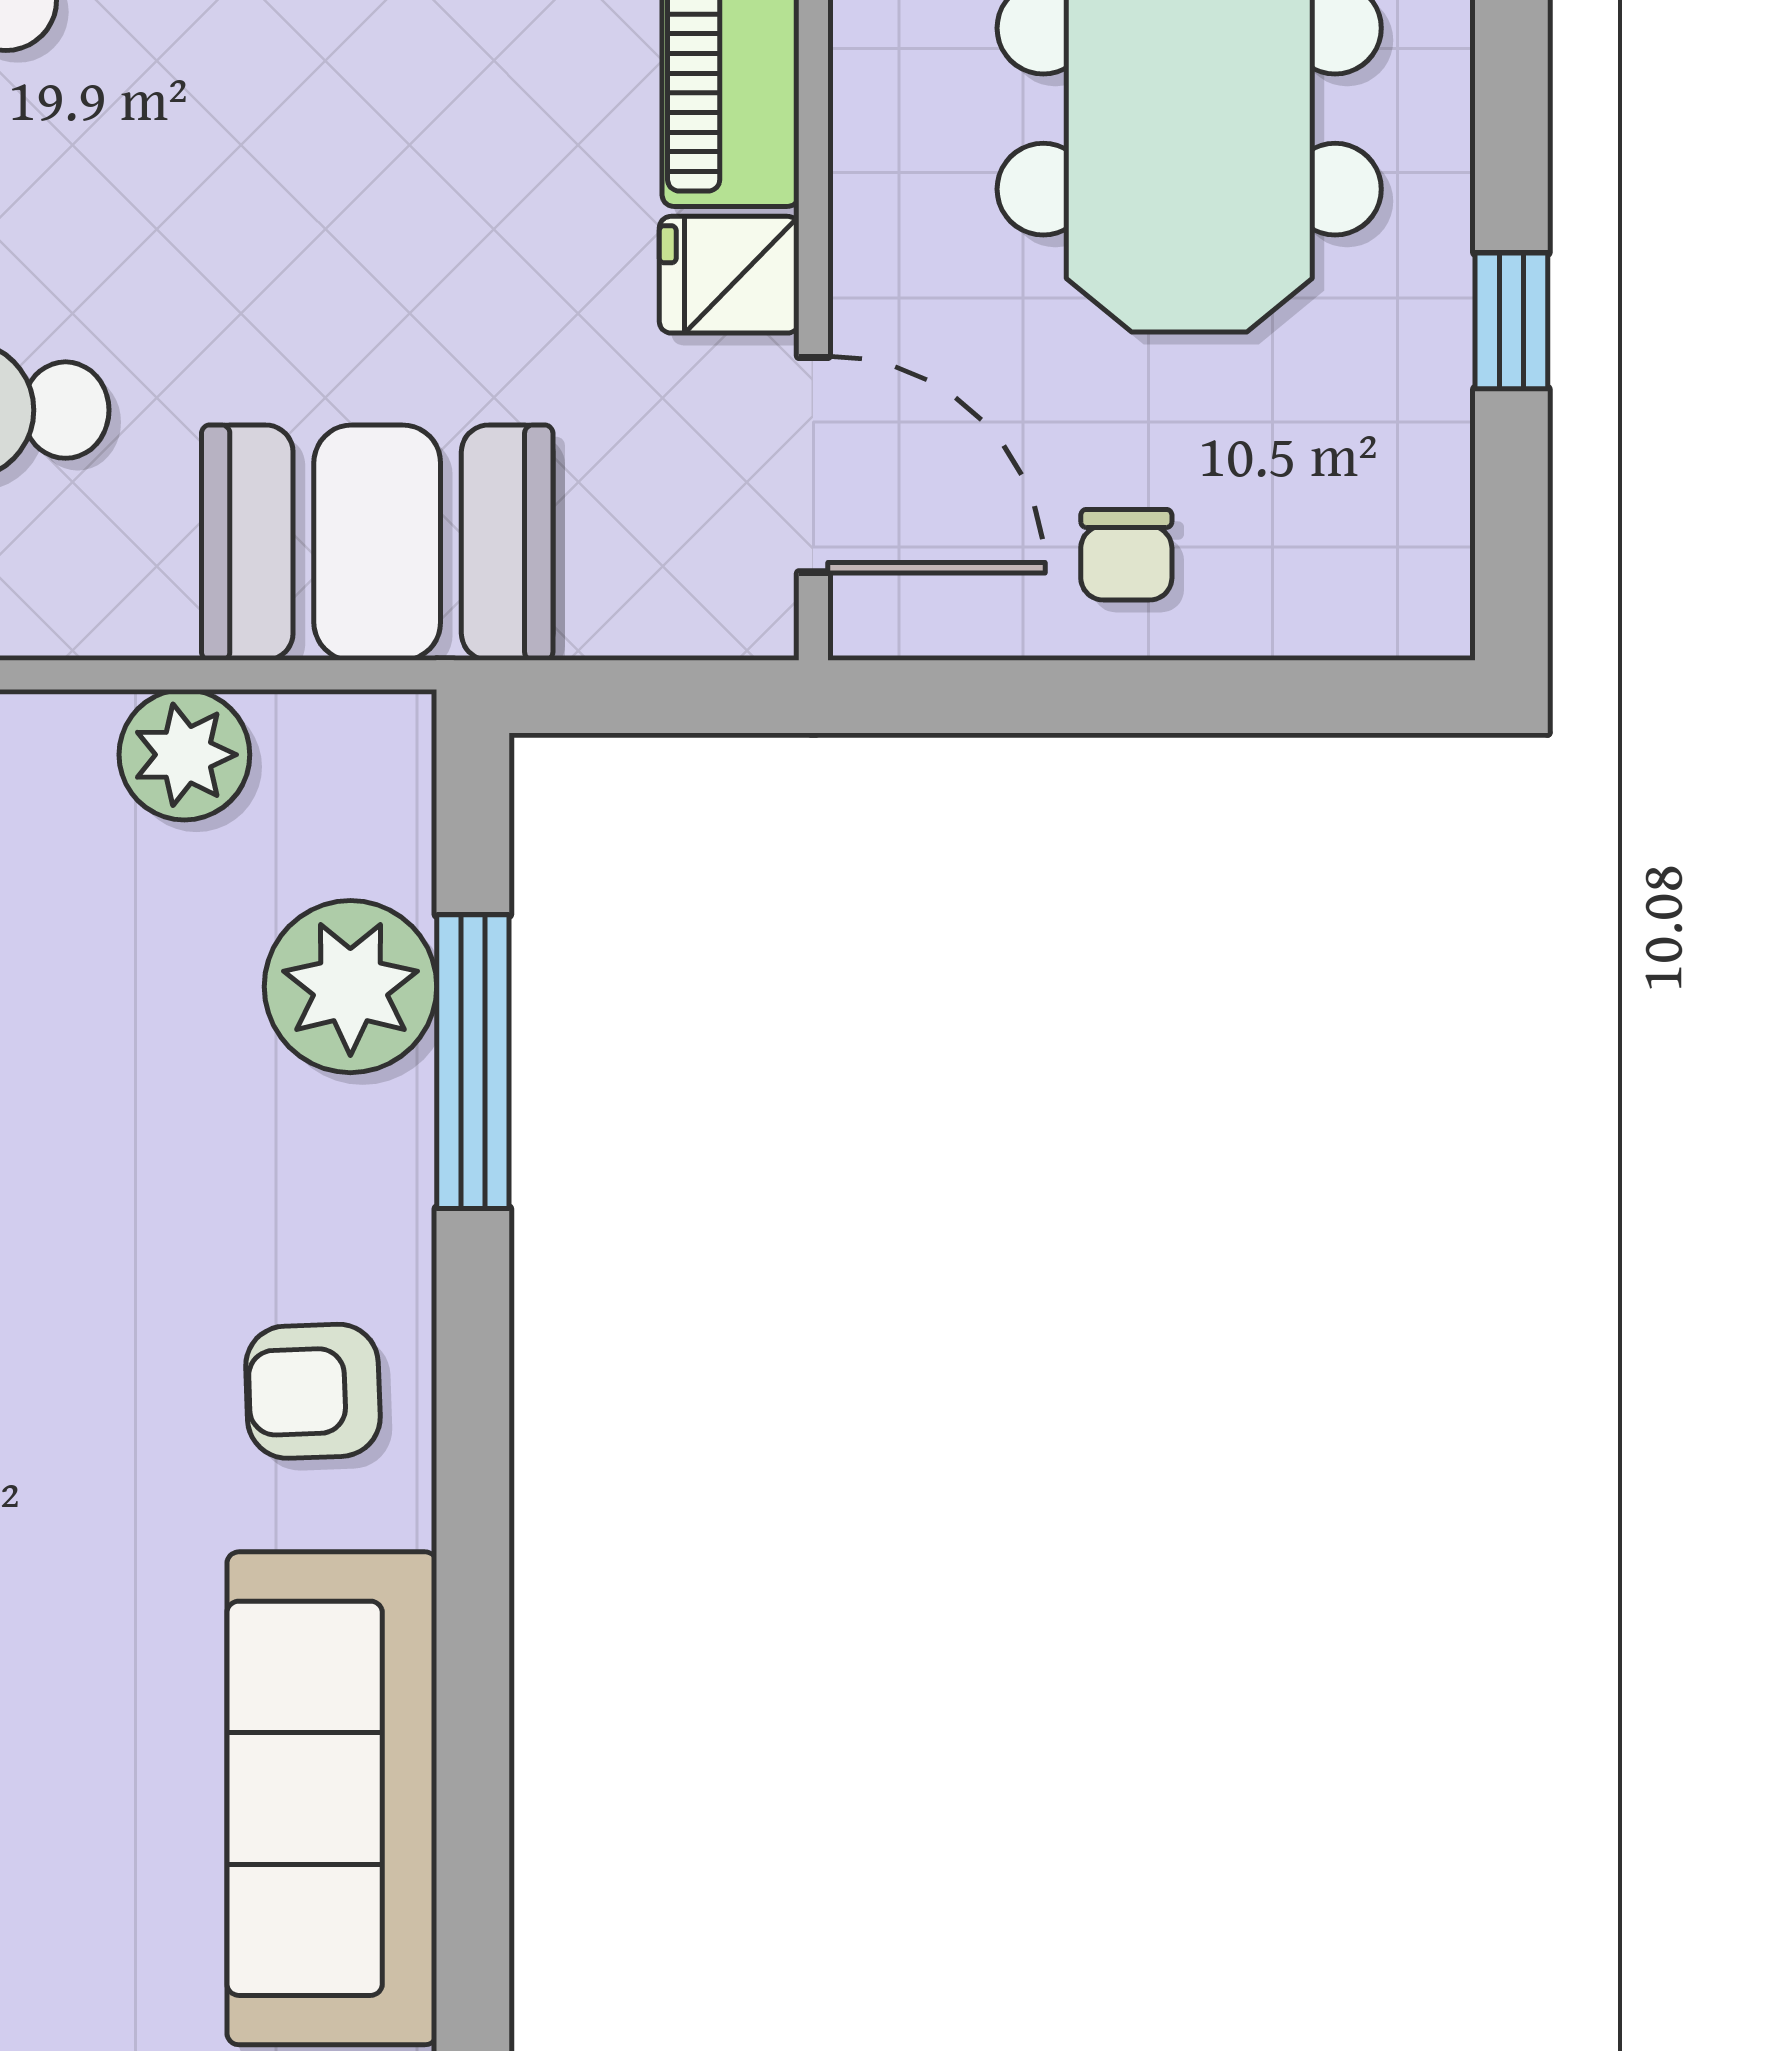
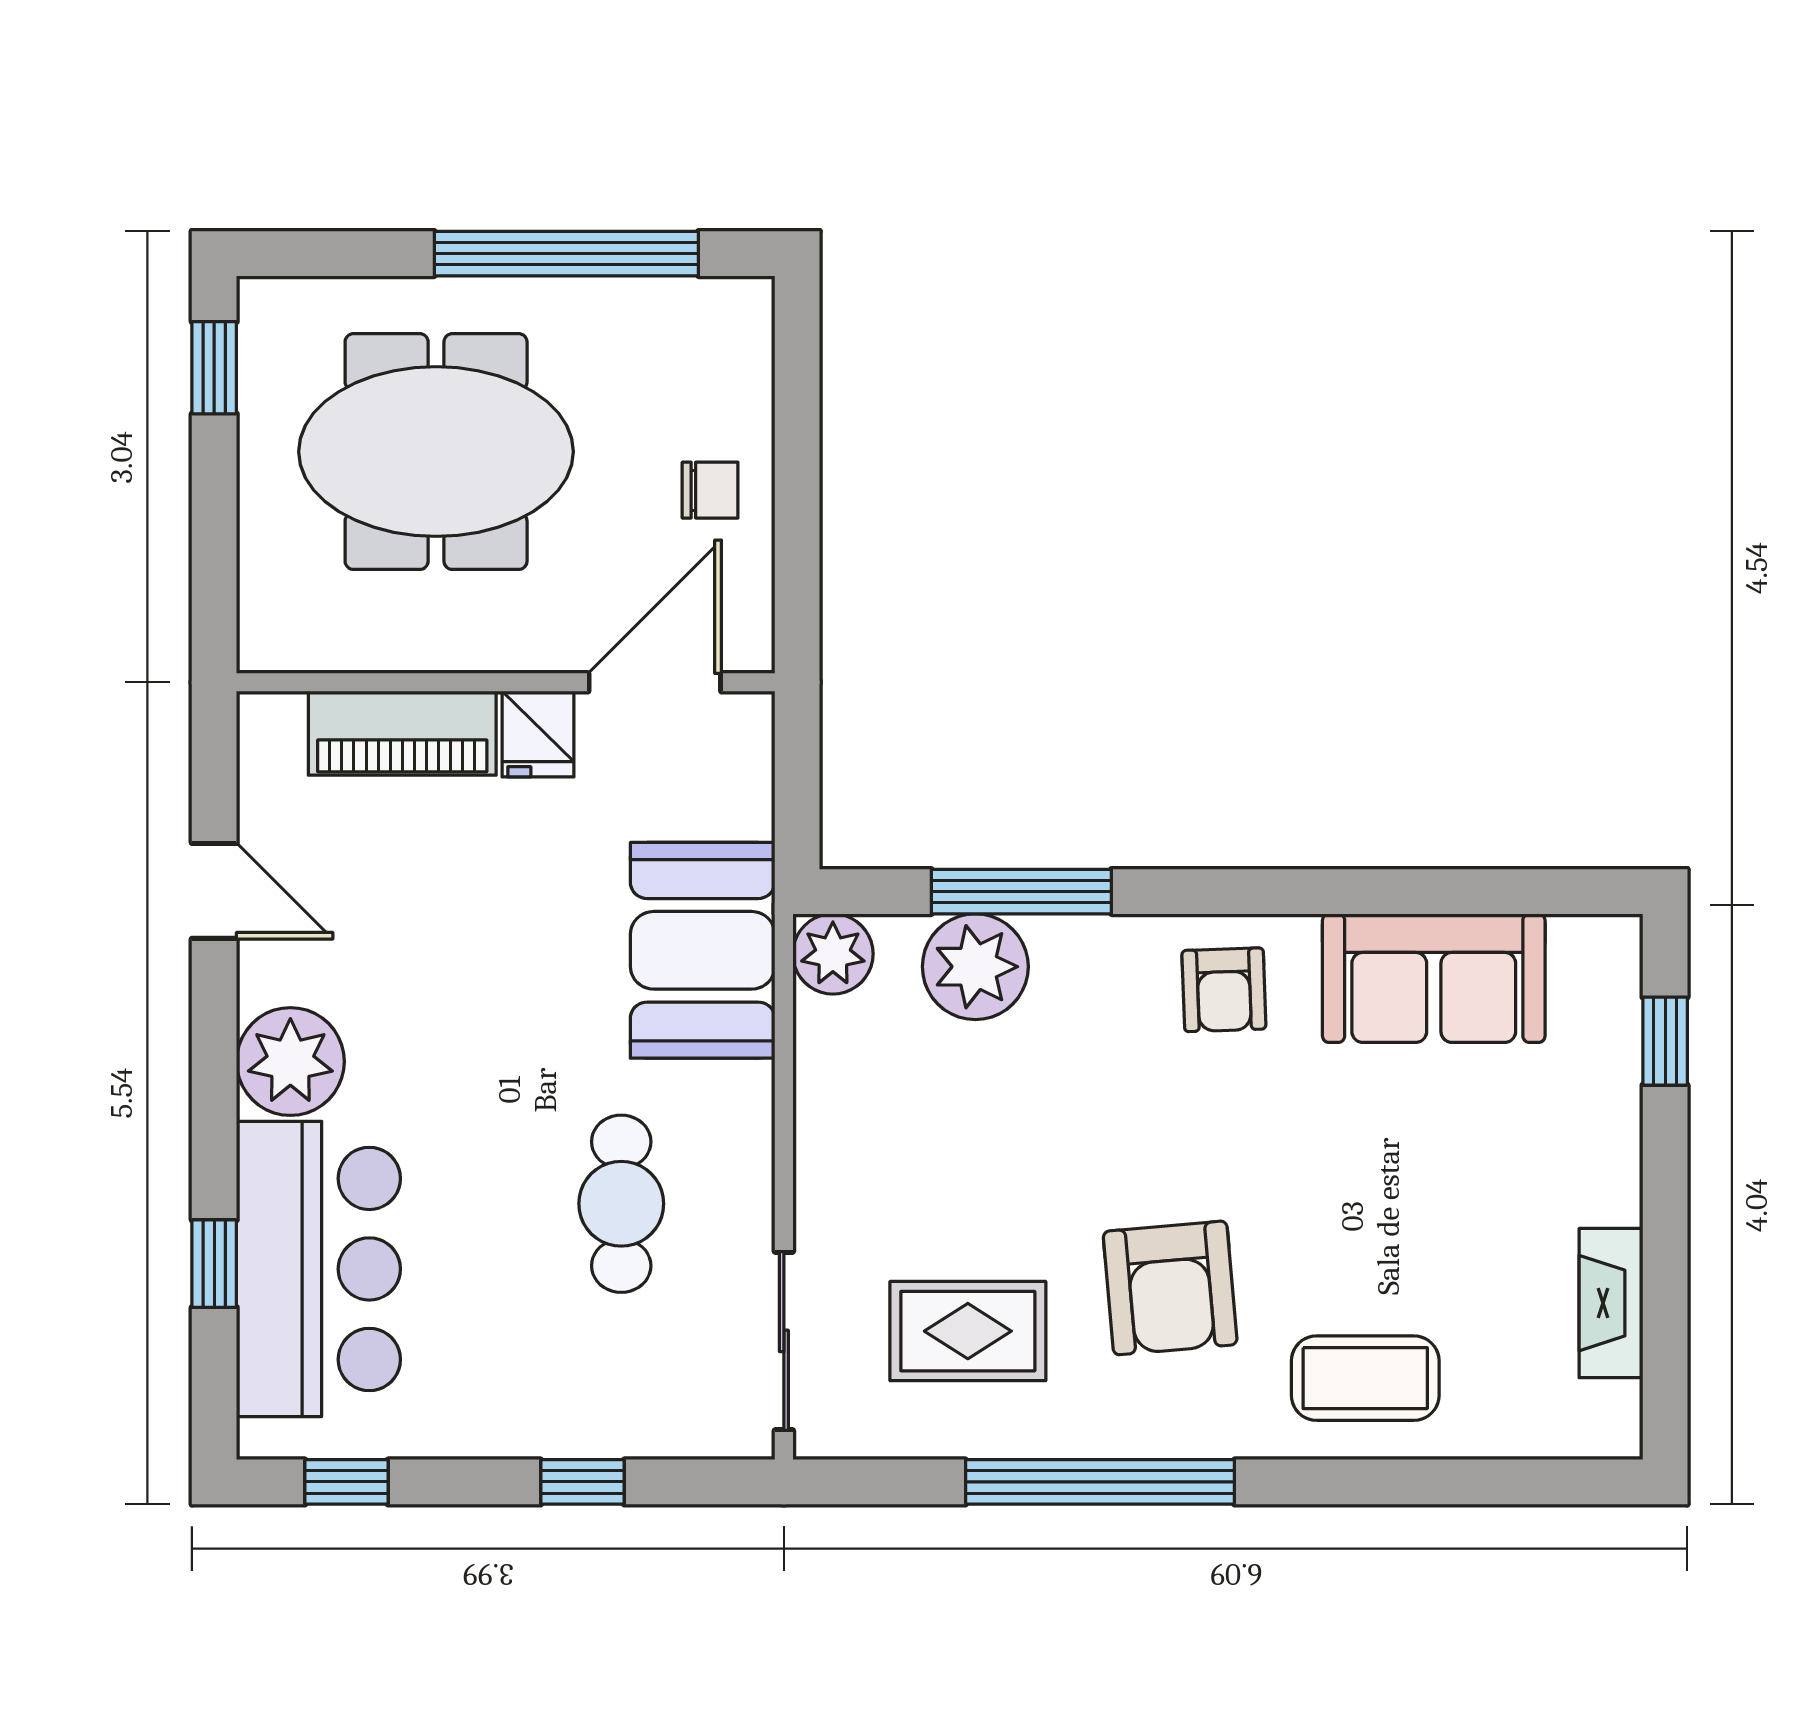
window: (1511, 321) -> (566, 254), width x3.17
plant: (184, 755) -> (833, 954), moved
sofa: (332, 1798) -> (1434, 978), width x0.73

